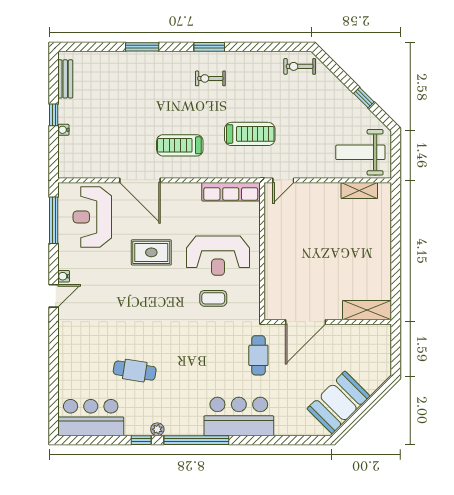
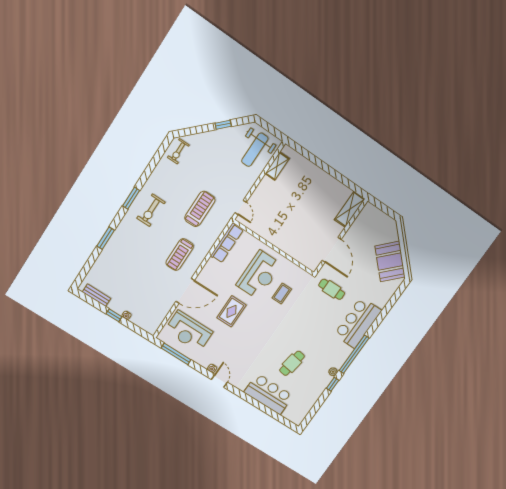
exercise bike: (210, 78) -> (151, 210), width x1.38, depth x1.39
bar counter: (91, 418) -> (269, 394), moved, turned 90

